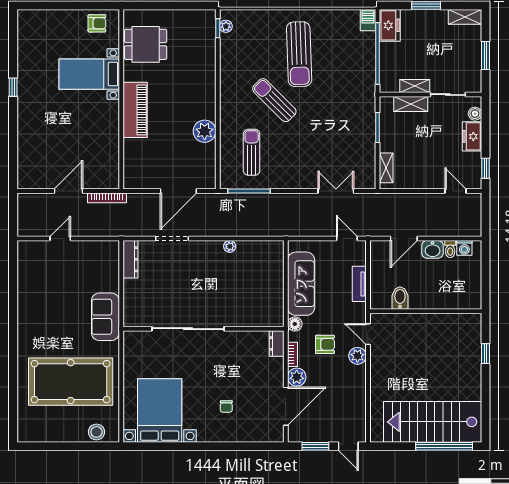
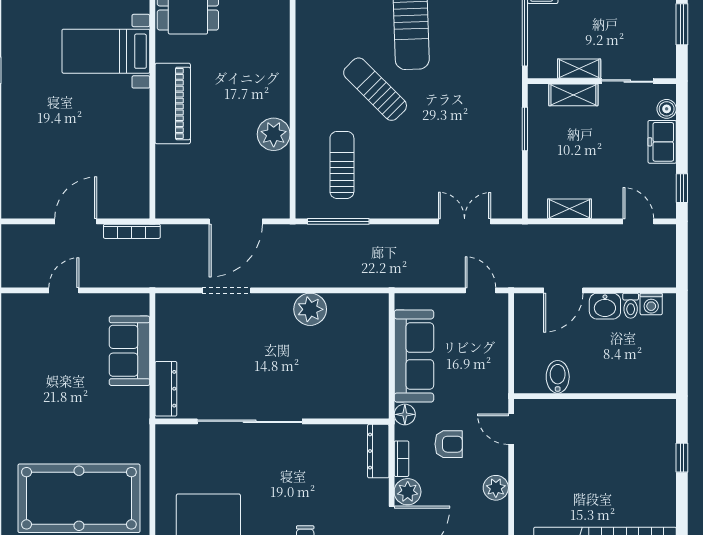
shelving: (386, 168) -> (569, 209), moved, turned 90
plant: (230, 246) -> (310, 309), width x1.87, depth x1.87
dresser: (130, 259) -> (166, 389), moved
tv unit: (359, 284) -> (498, 356), removed
sofa: (105, 317) -> (130, 351), moved
dresser: (277, 343) -> (378, 451), width x1.44
plant: (357, 356) -> (496, 488), moved

